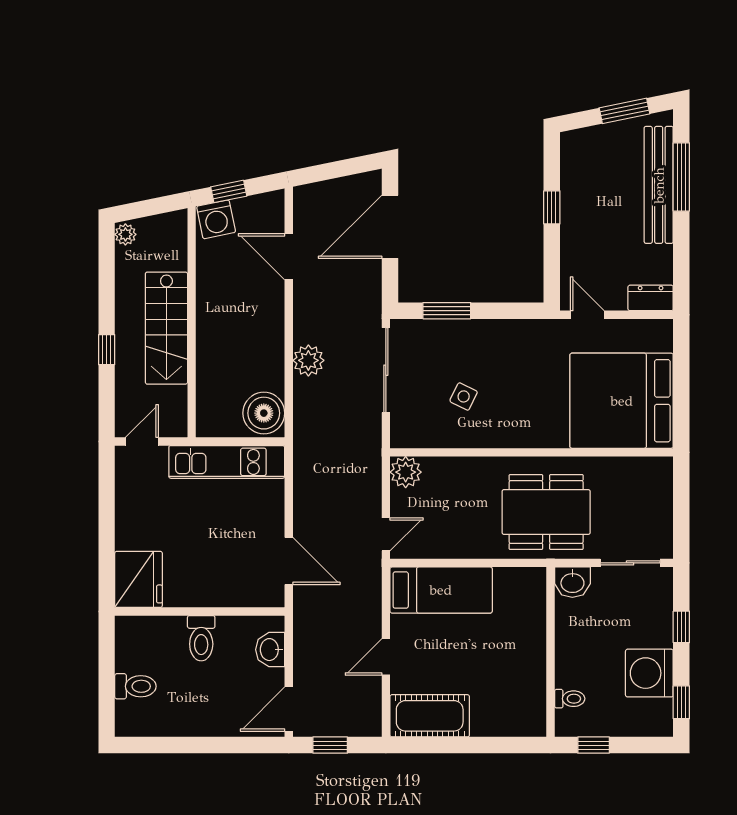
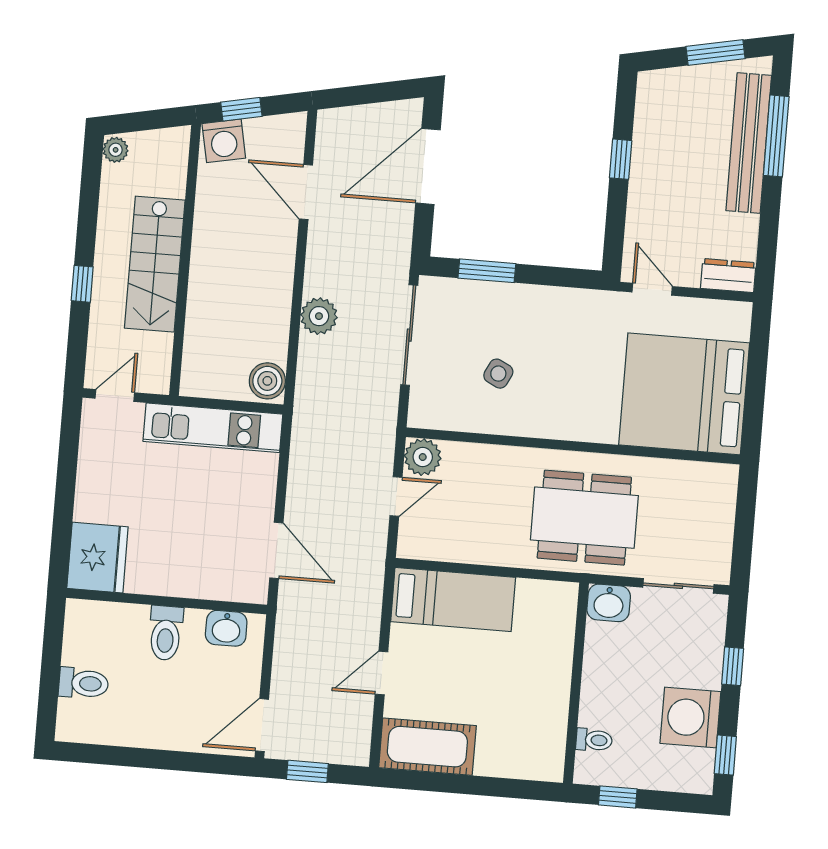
boiler: (264, 413) -> (267, 381), width x0.73, depth x0.73
door: (386, 534) -> (396, 497), moved
washbasin: (270, 650) -> (226, 628), moved, turned -90

